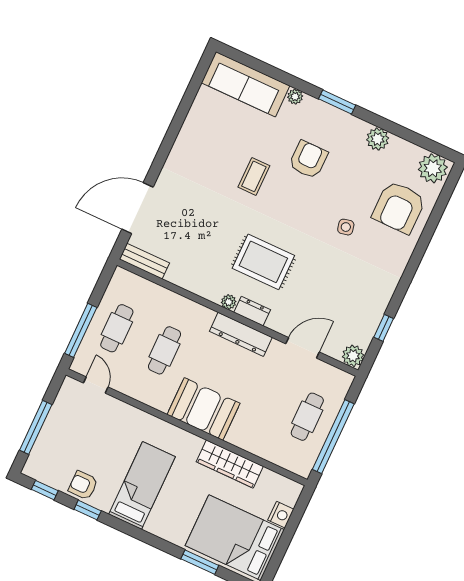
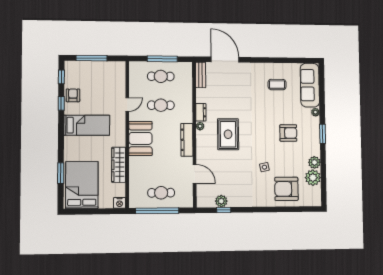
plant: (433, 168) -> (313, 178), moved
coffee table: (254, 176) -> (277, 85), moved
dresser: (252, 311) -> (201, 112), moved
window: (81, 330) -> (162, 59), moved
plant: (353, 356) -> (221, 201), moved
door: (96, 385) -> (127, 105), moved
nightstand: (281, 515) -> (120, 203), moved

